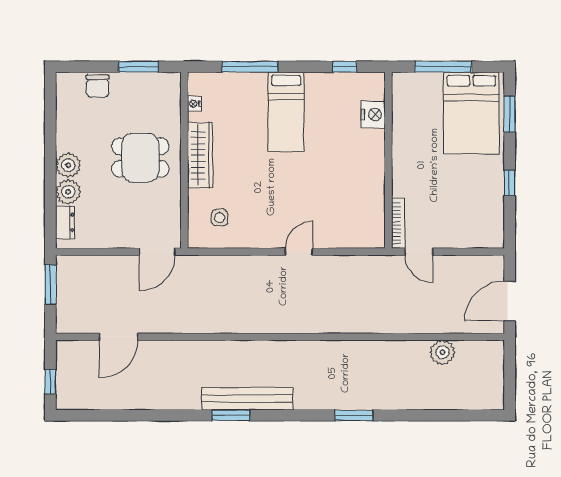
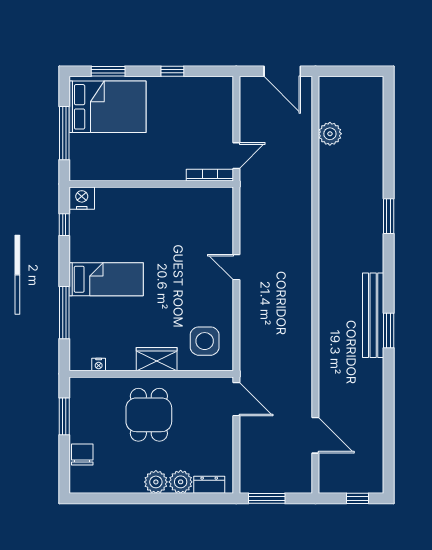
chair: (98, 86) -> (82, 455), turned -90
nightstand: (373, 115) -> (82, 198), moved
wardrobe: (200, 155) -> (157, 359), width x0.67
side table: (220, 218) -> (205, 341), width x1.87, depth x1.87

